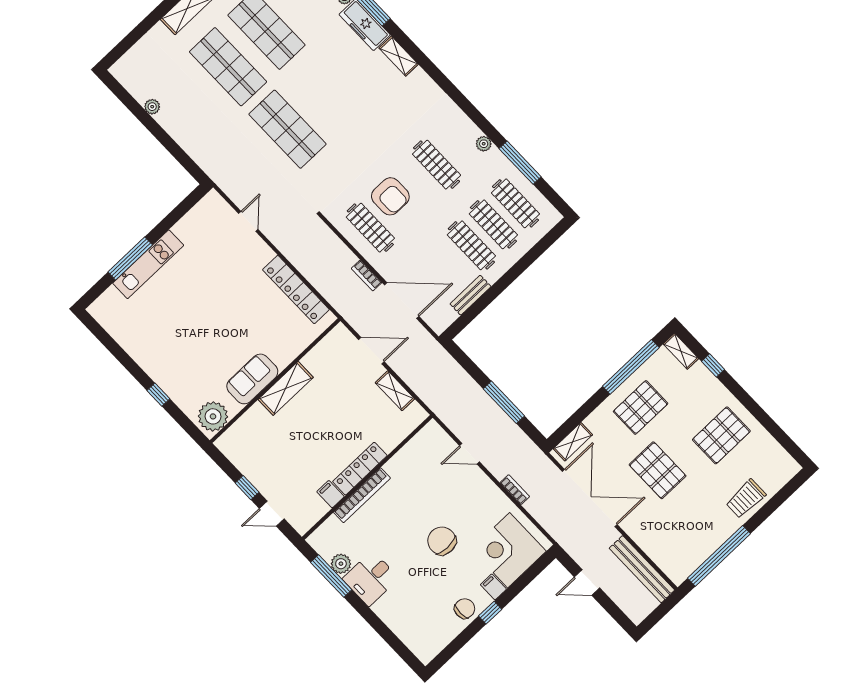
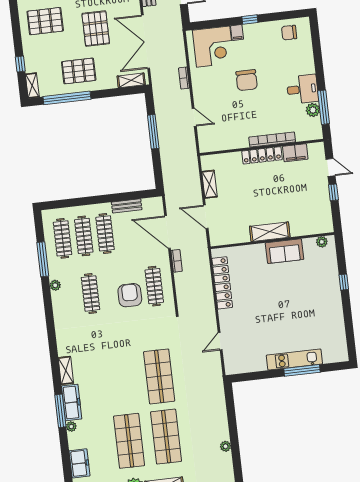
plant: (213, 416) -> (322, 242), width x0.53, depth x0.53
filing cabinet: (331, 494) -> (295, 153), width x2.00
chair: (465, 609) -> (289, 33), moved

